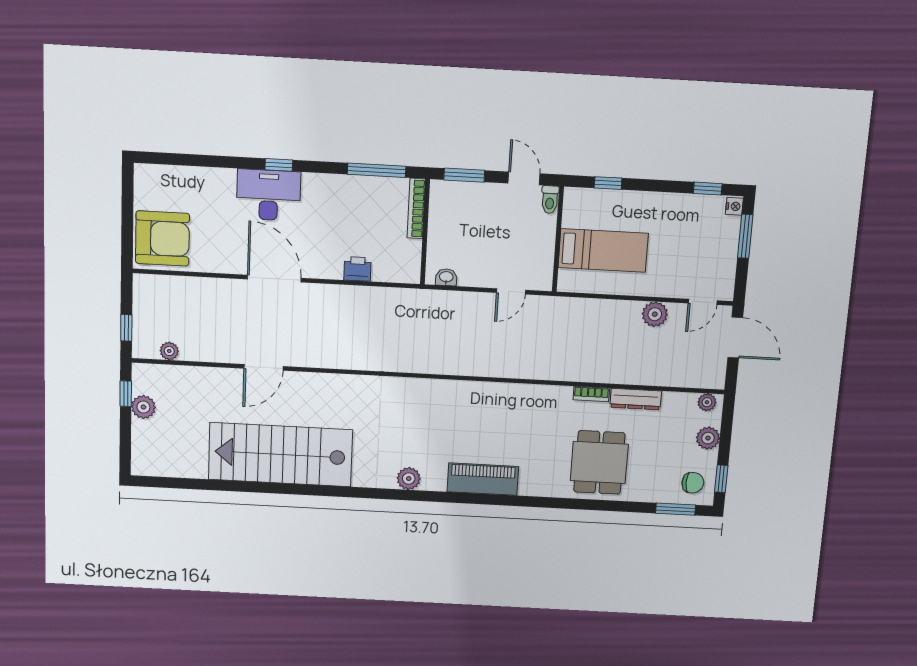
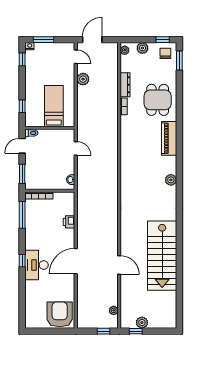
dining table: (599, 462) -> (158, 100), turned 90
plant: (409, 479) -> (171, 180), moved
piano: (483, 479) -> (169, 138), moved

